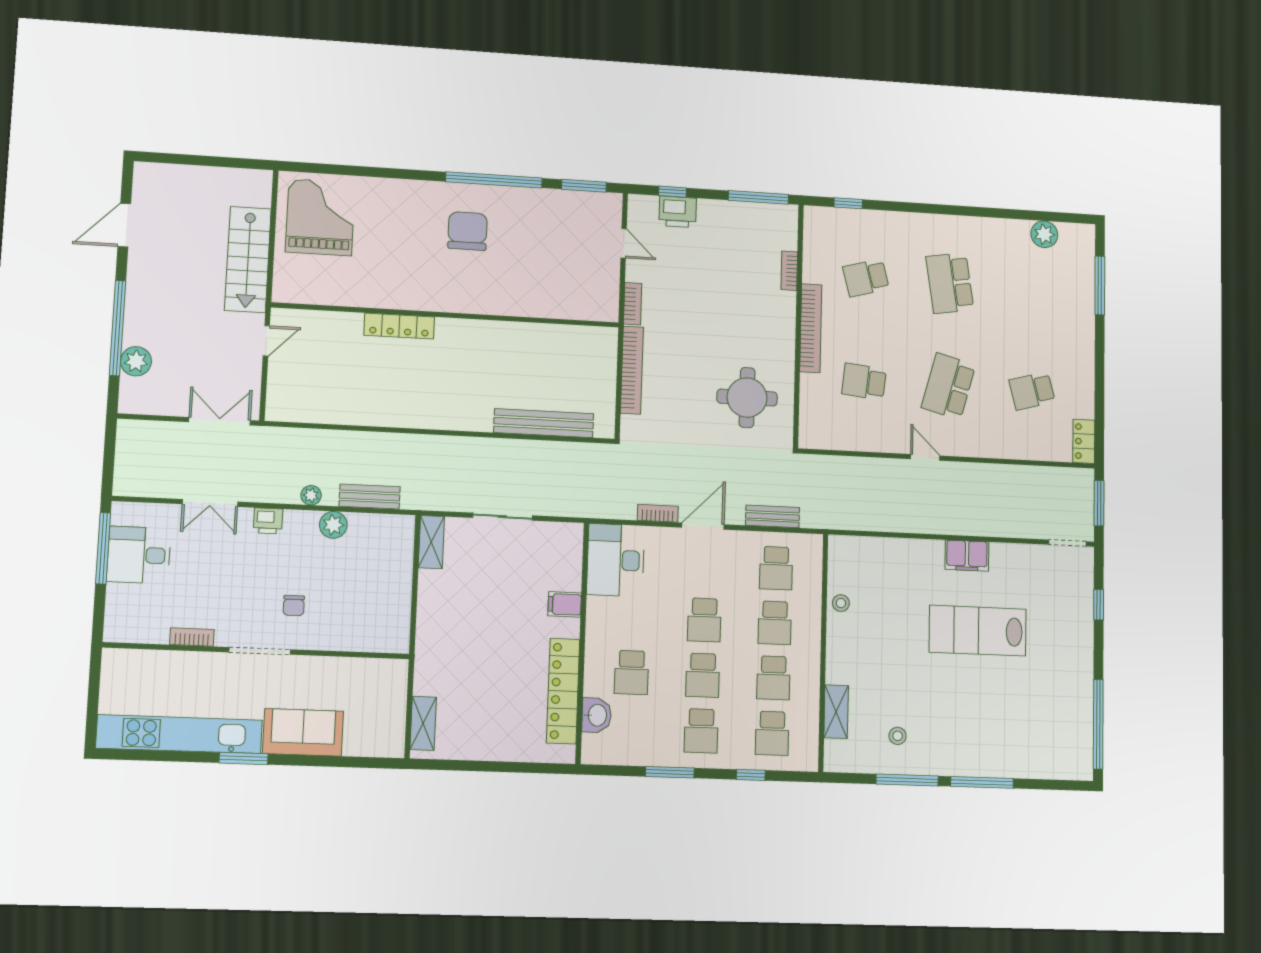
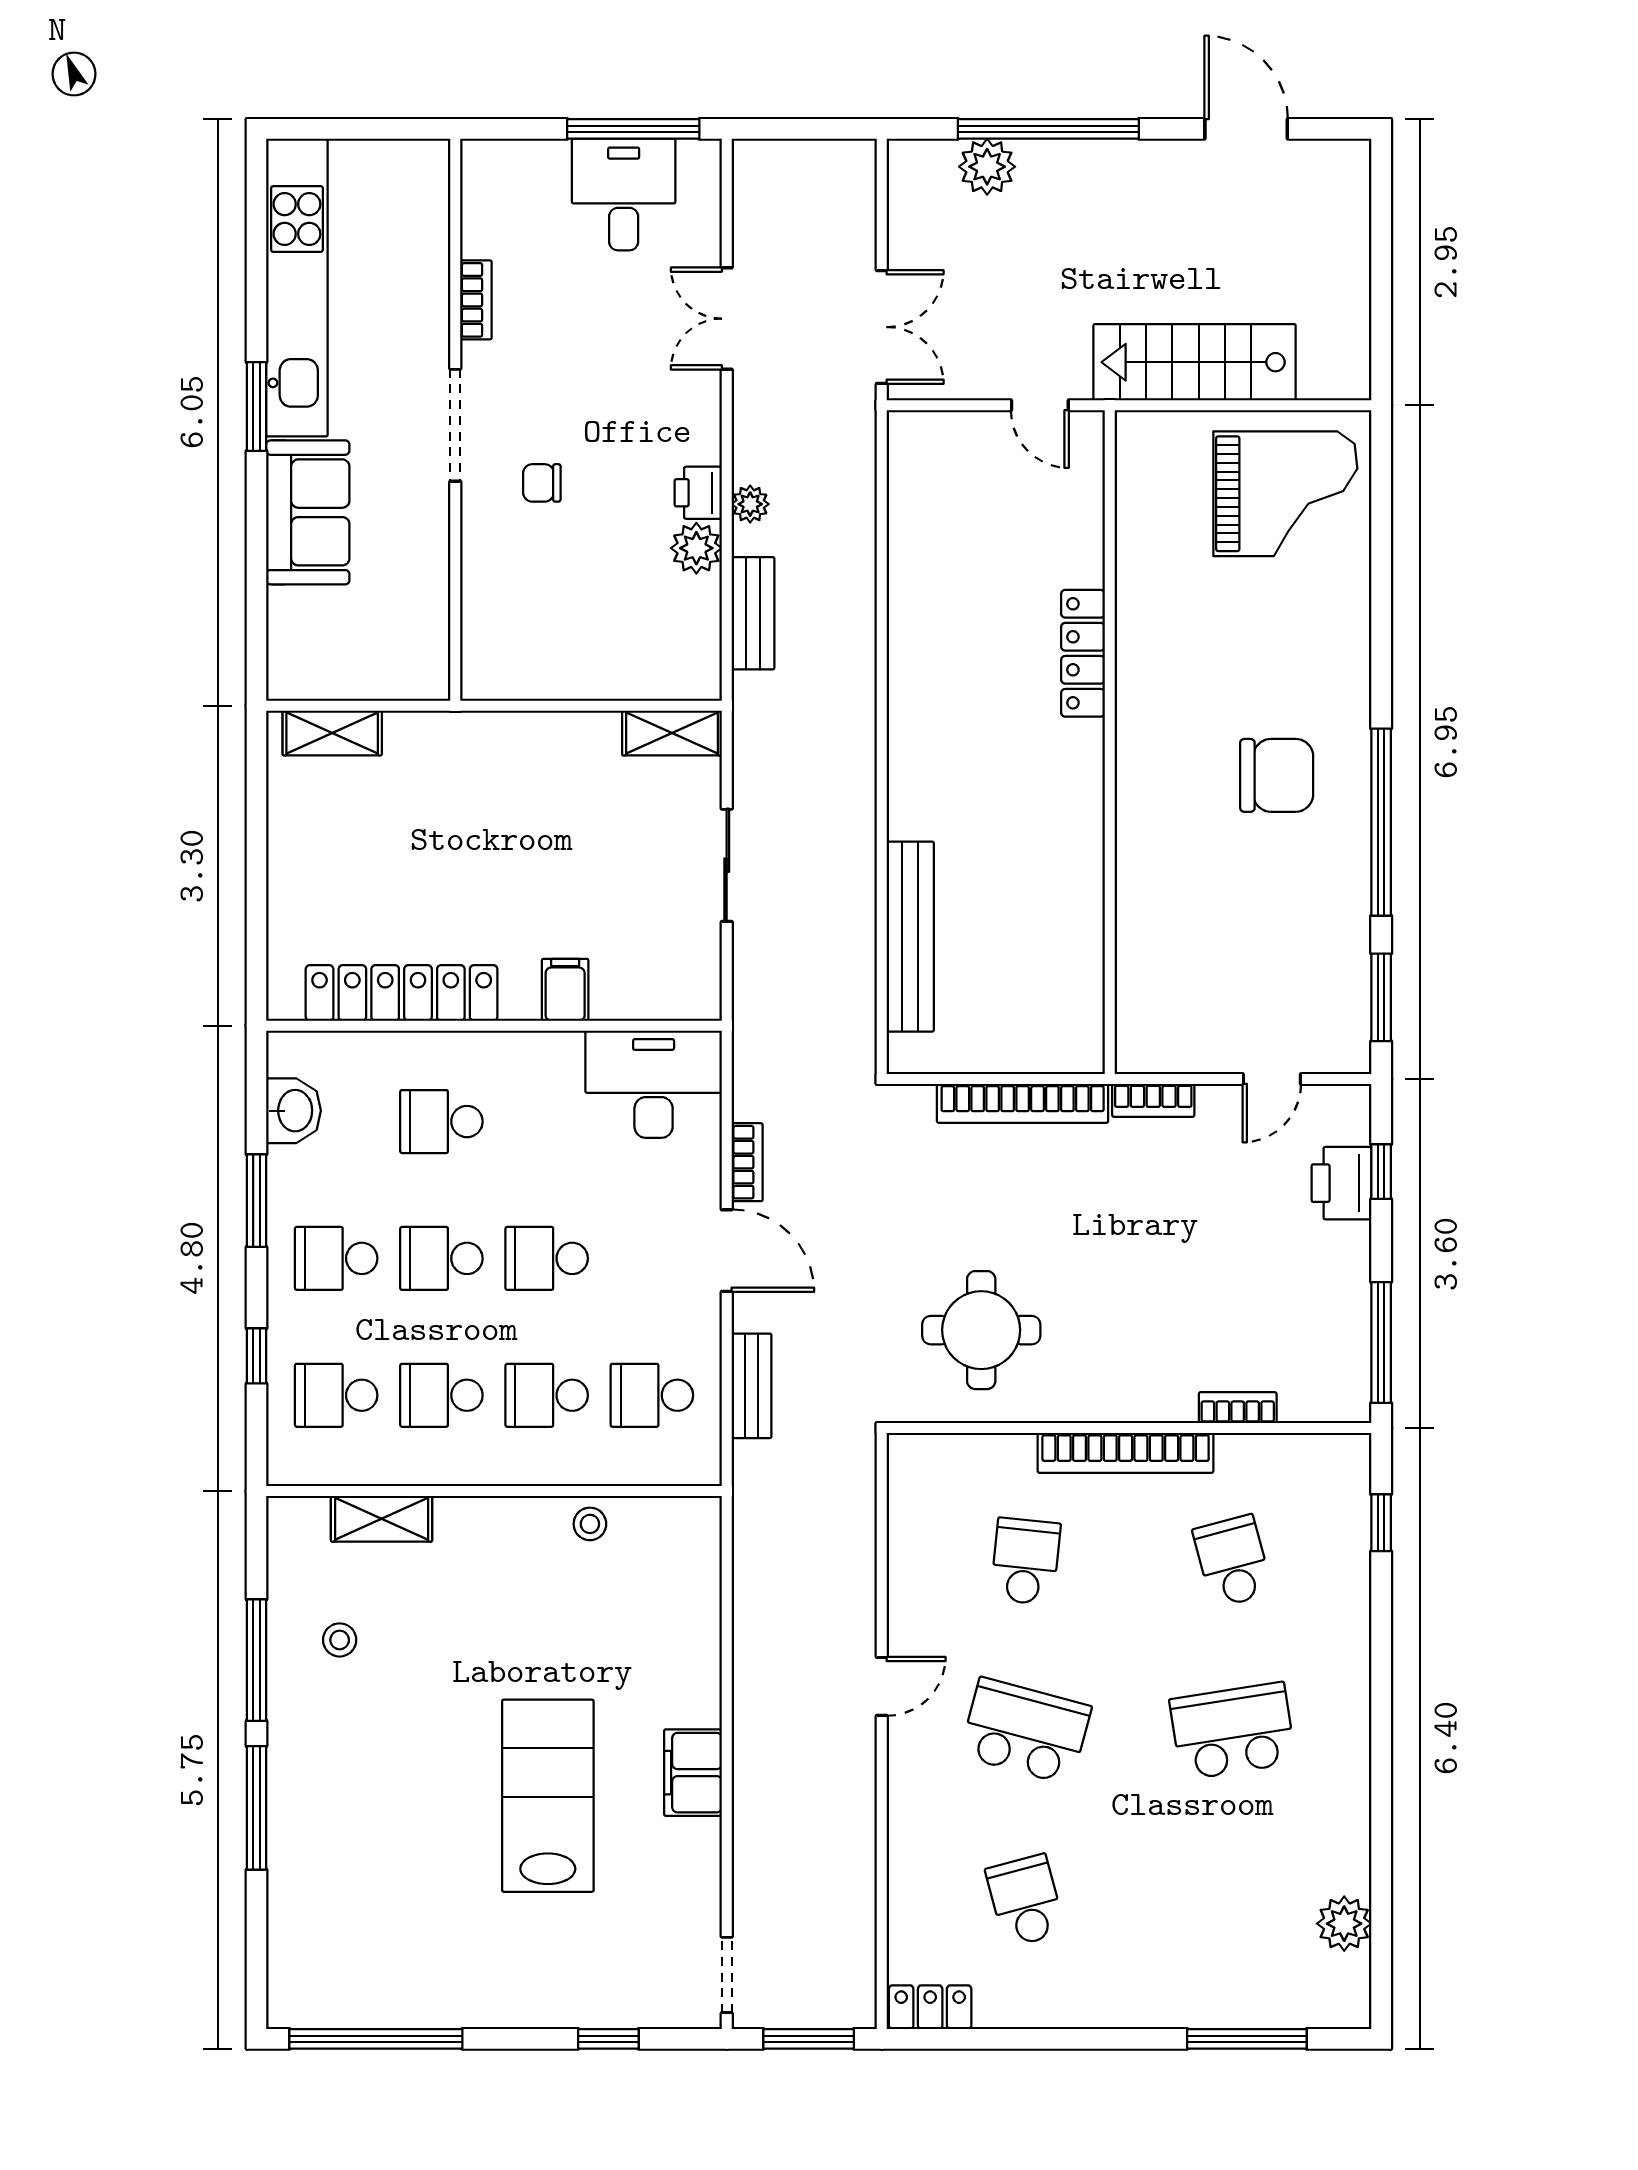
printer: (268, 521) -> (698, 493), moved
washbasin: (597, 715) -> (294, 1111), moved, turned -90

